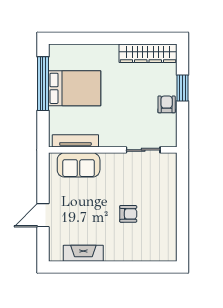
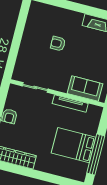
tv unit: (75, 141) -> (70, 103), moved

